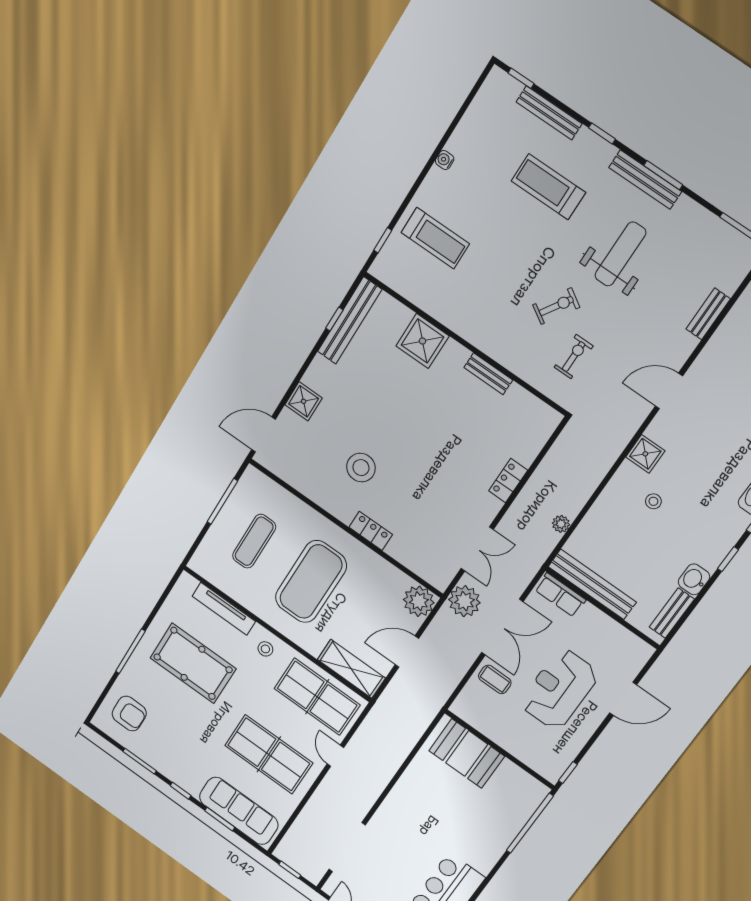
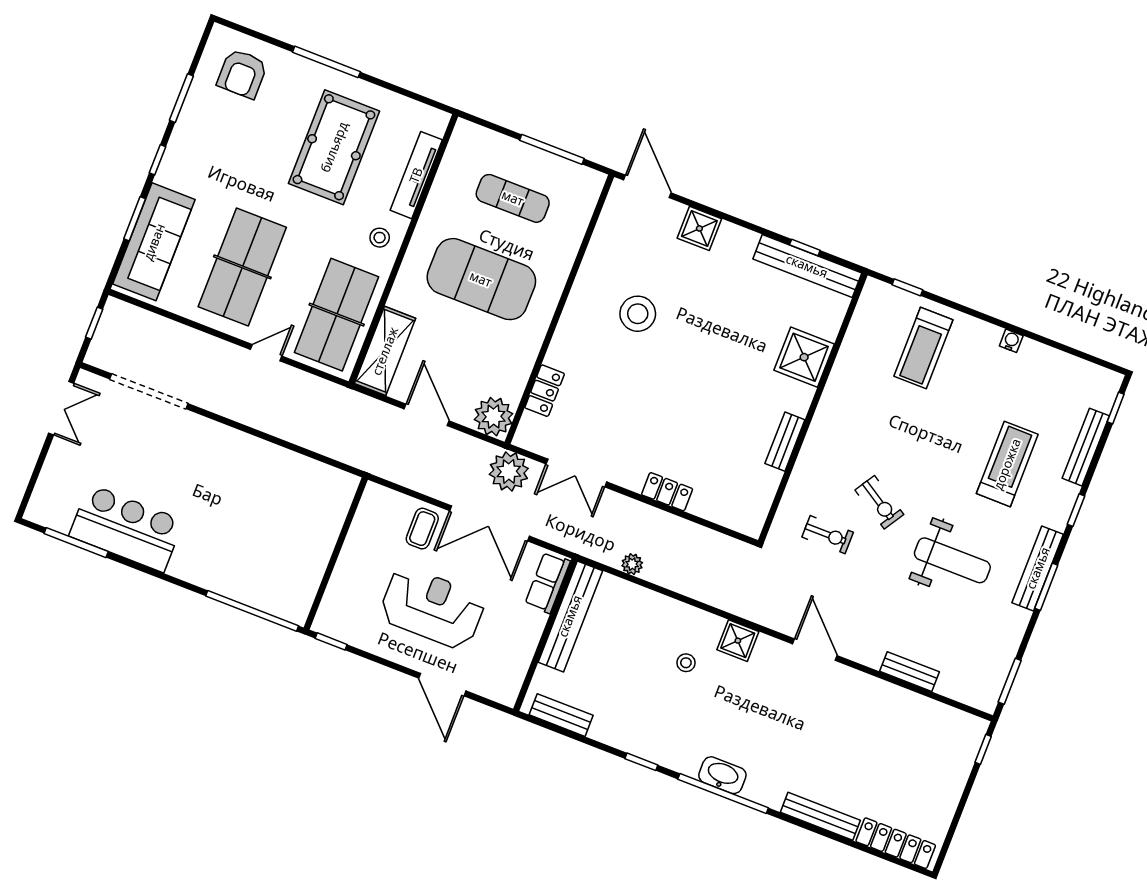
locker: (371, 531) -> (545, 391), moved
washbasin: (694, 579) -> (608, 730), removed
booth: (467, 753) -> (319, 515), removed

